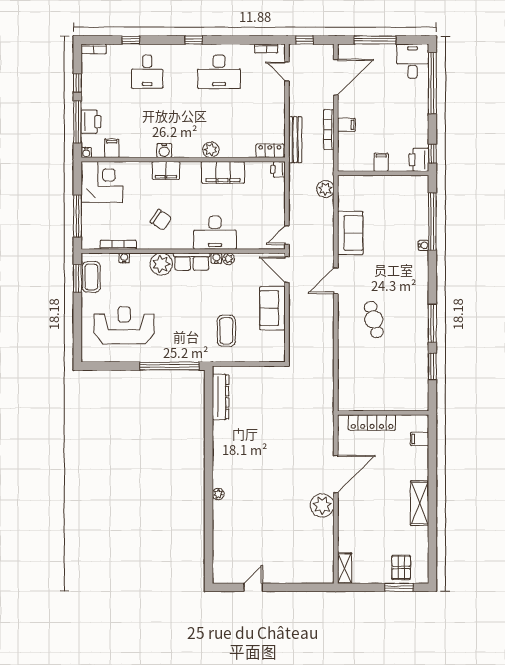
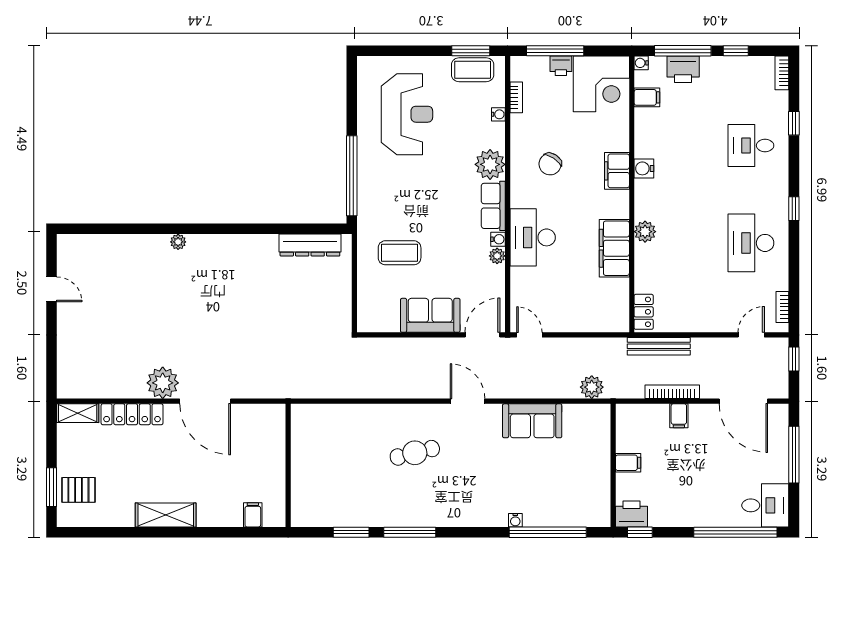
printer: (278, 169) -> (561, 66), moved, turned 180
bookcase: (118, 245) -> (516, 97), width x0.64
locker: (372, 423) -> (132, 414), moved, turned -90

